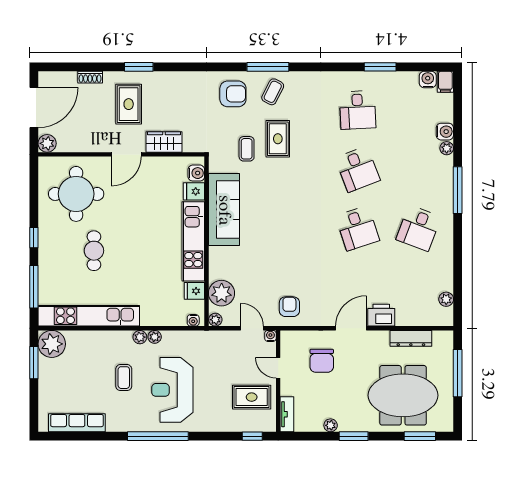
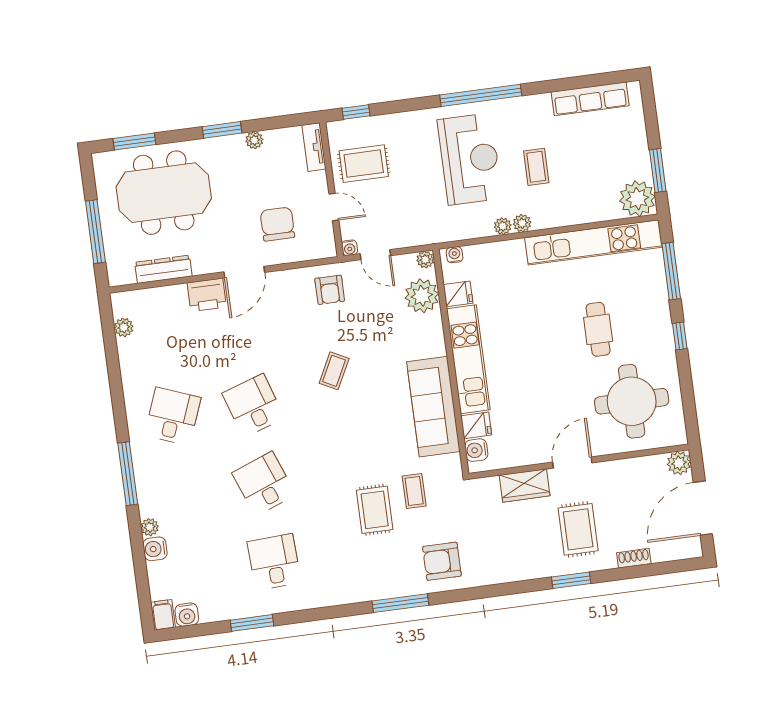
coffee table: (273, 92) -> (334, 371), moved

